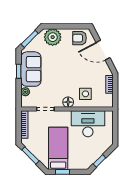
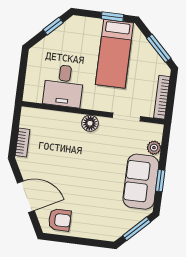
plant: (53, 37) -> (101, 227), removed
side table: (85, 94) -> (61, 133), removed
desk: (88, 124) -> (64, 86), width x0.73

